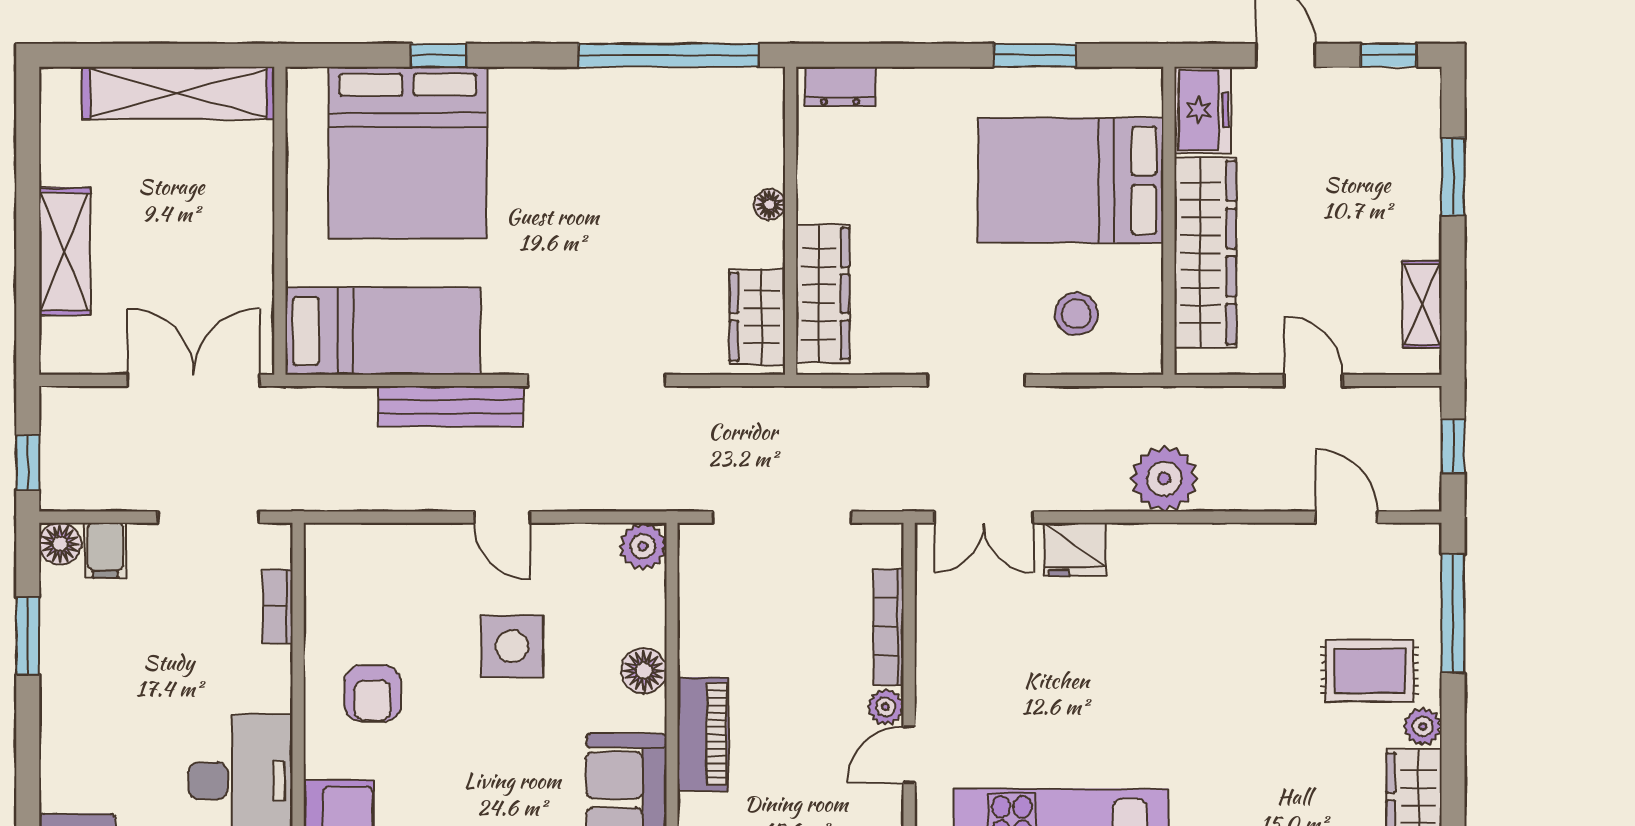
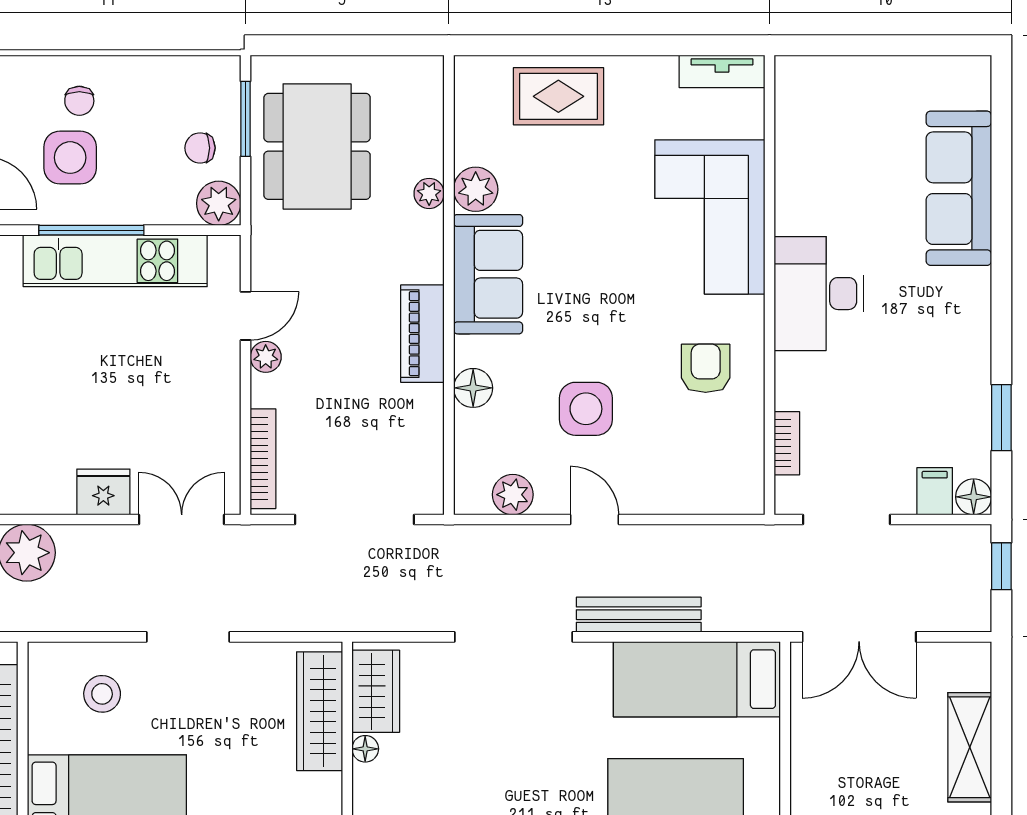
floor lamp: (770, 205) -> (365, 749), moved
plant: (643, 546) -> (513, 495), moved
bookcase: (889, 627) -> (263, 459), moved

